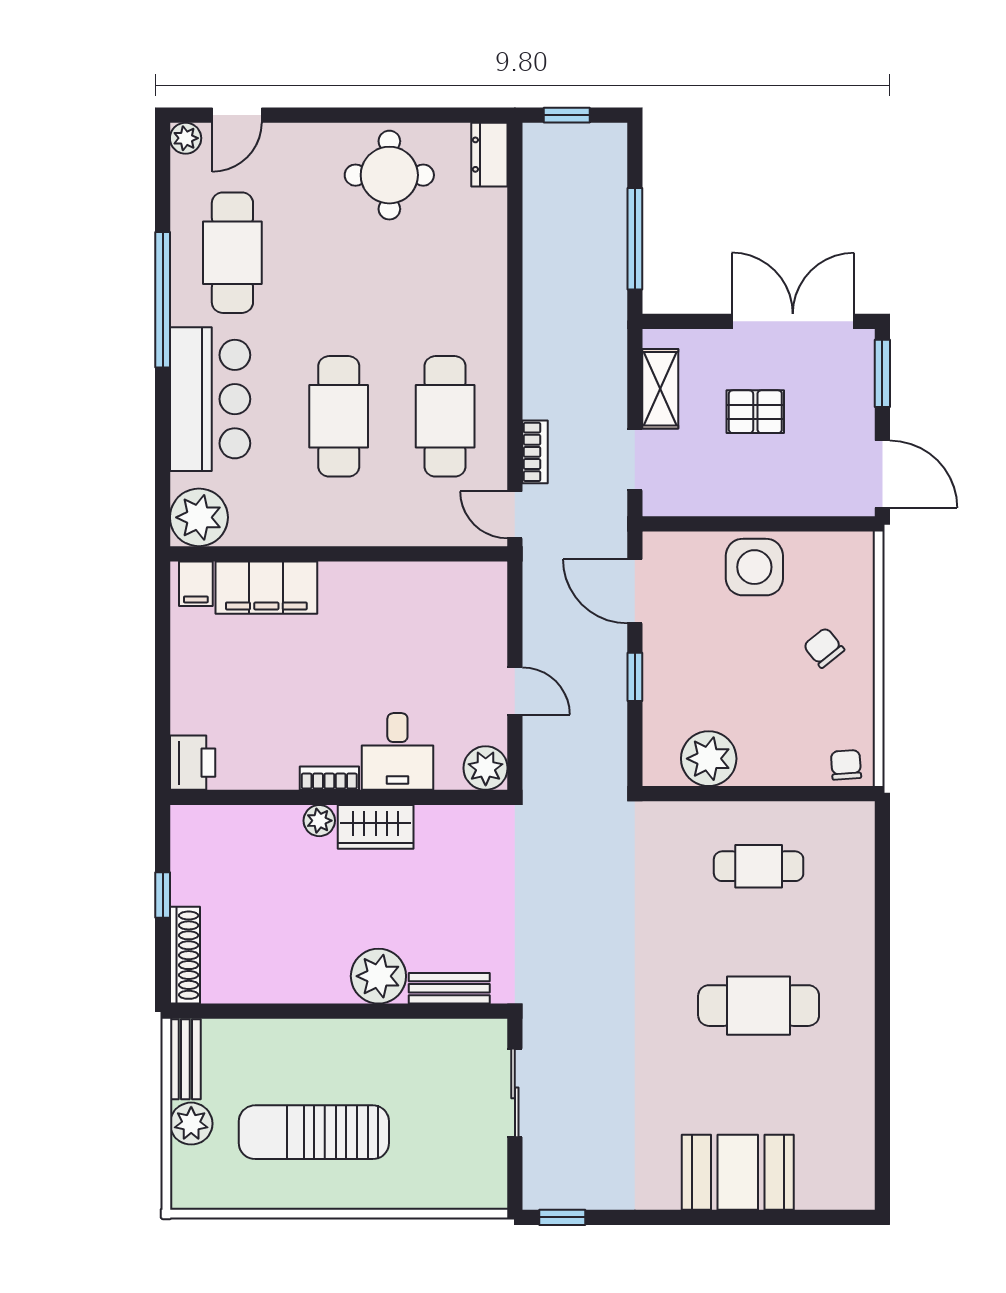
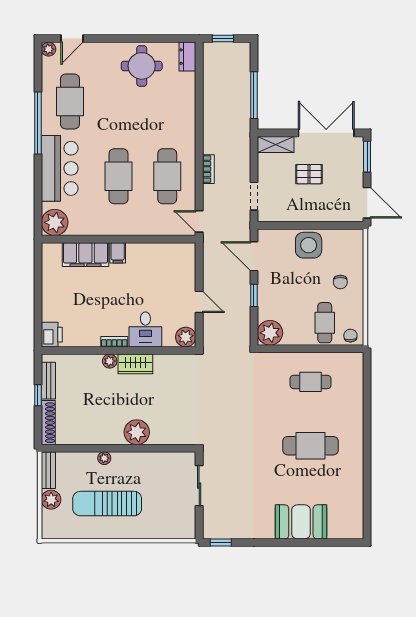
shelving: (660, 389) -> (276, 144), moved, turned 90
bookcase: (535, 452) -> (208, 169), moved
filing cabinet: (196, 584) -> (118, 253), moved
chair: (824, 648) -> (340, 282), turned -141
cafe table: (790, 737) -> (325, 323), added
plant: (709, 759) -> (270, 333), moved
bench: (449, 988) -> (48, 381), moved, turned 90
plant: (307, 1033) -> (104, 458), added

